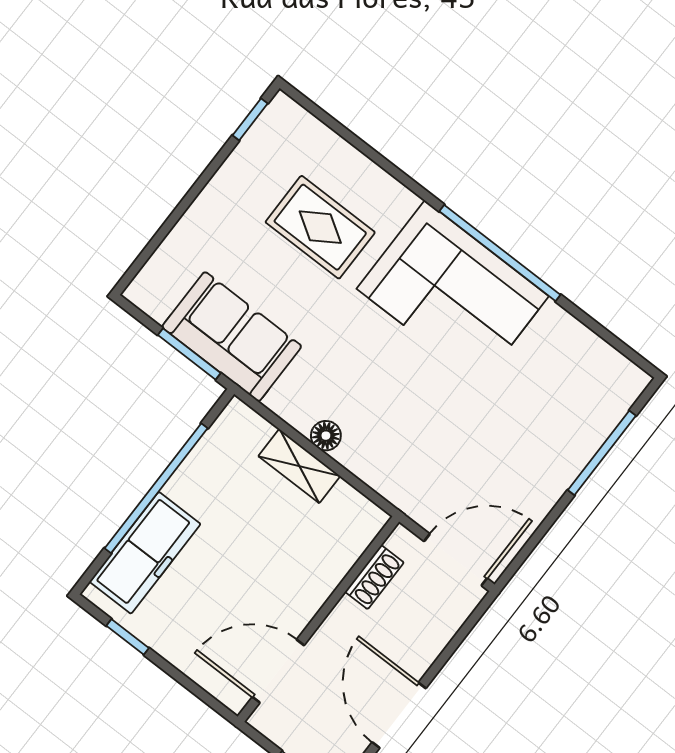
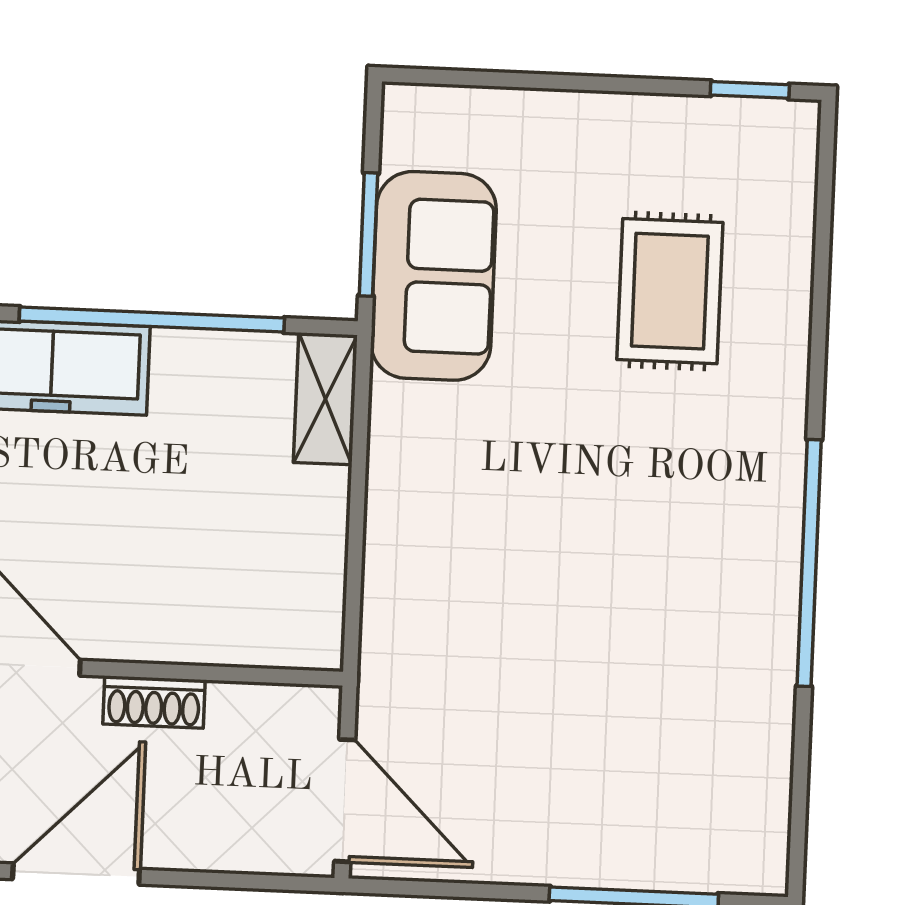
corner sofa: (453, 292) -> (709, 536), removed
floor lamp: (326, 436) -> (389, 502), removed
shelving: (299, 466) -> (325, 399), moved
shoe rack: (374, 577) -> (154, 702), moved

